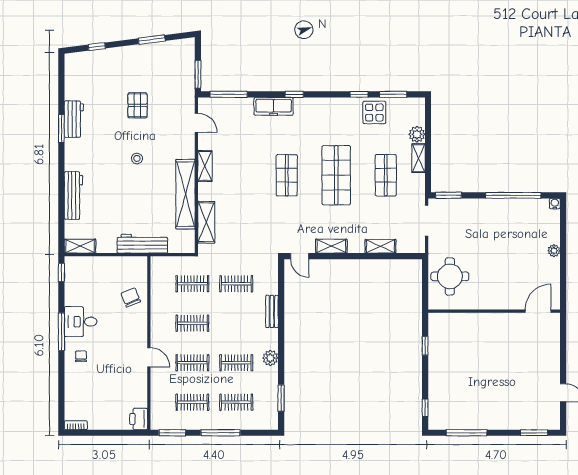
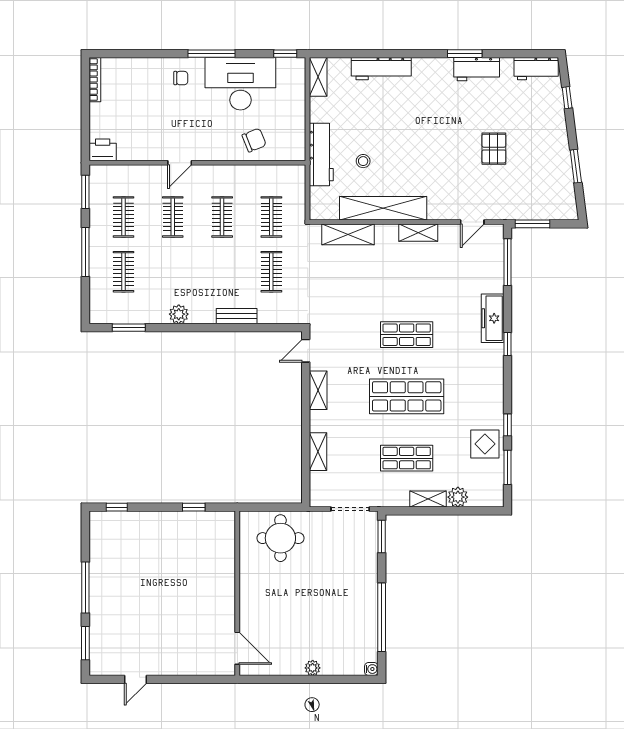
workbench: (73, 71) -> (536, 69), added
pallet: (138, 105) -> (494, 149), turned 90
stool: (137, 158) -> (363, 161), moved
desk: (81, 322) -> (240, 84), width x1.87, depth x1.30
clothes rail: (236, 363) -> (173, 272), removed
bookcase: (76, 425) -> (95, 80), width x1.56
window: (467, 433) -> (85, 587), moved

